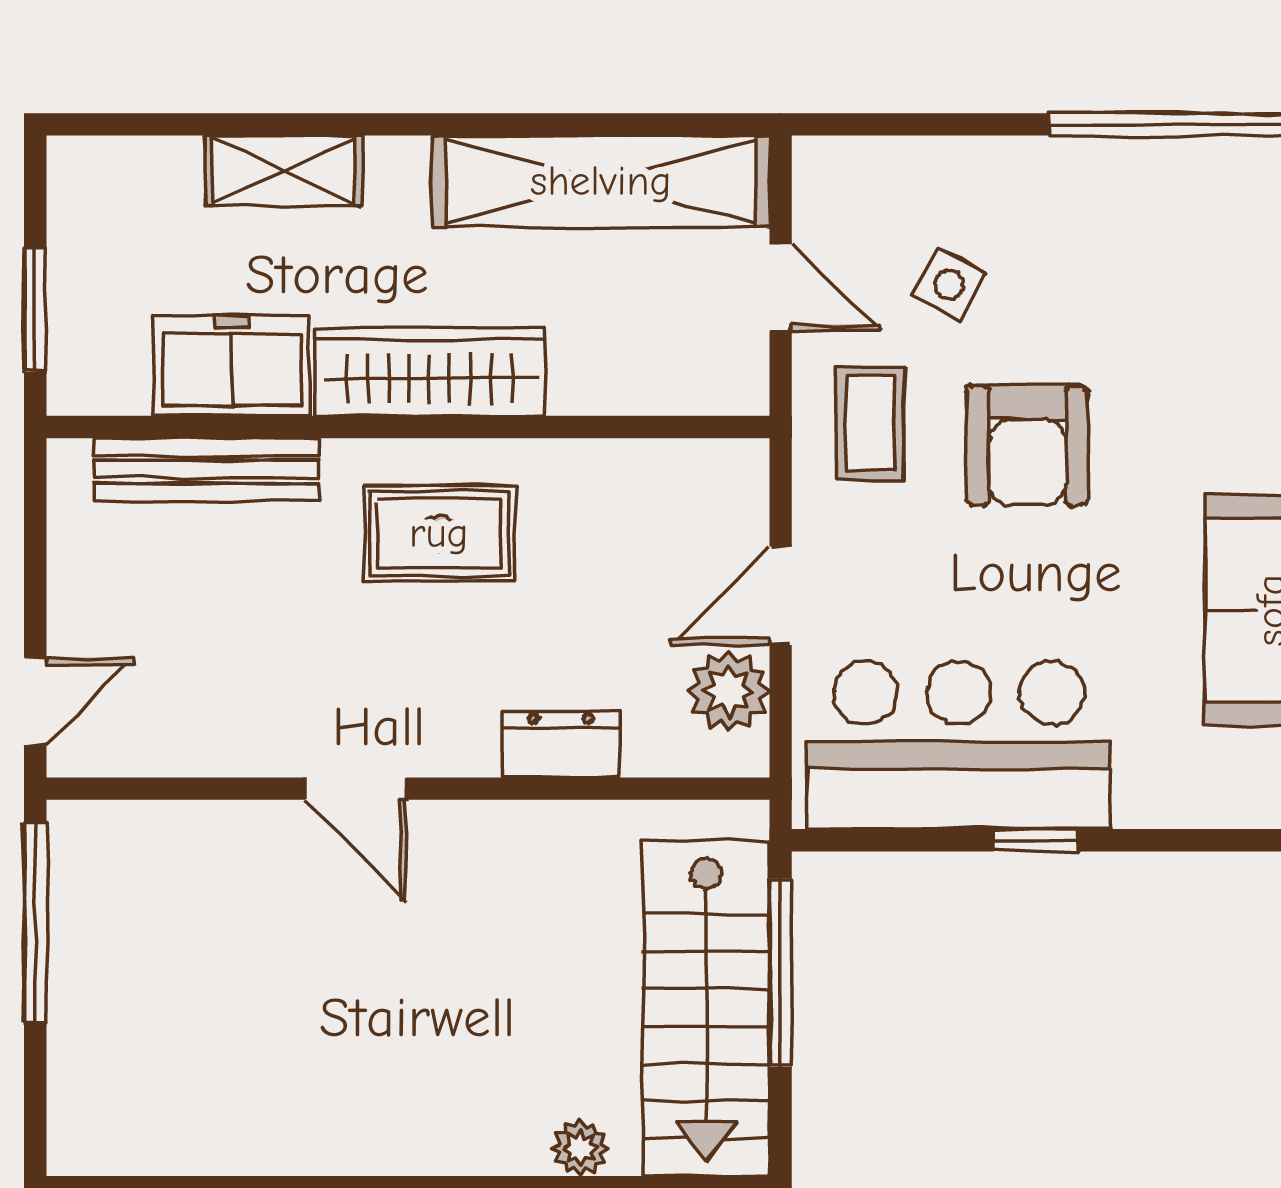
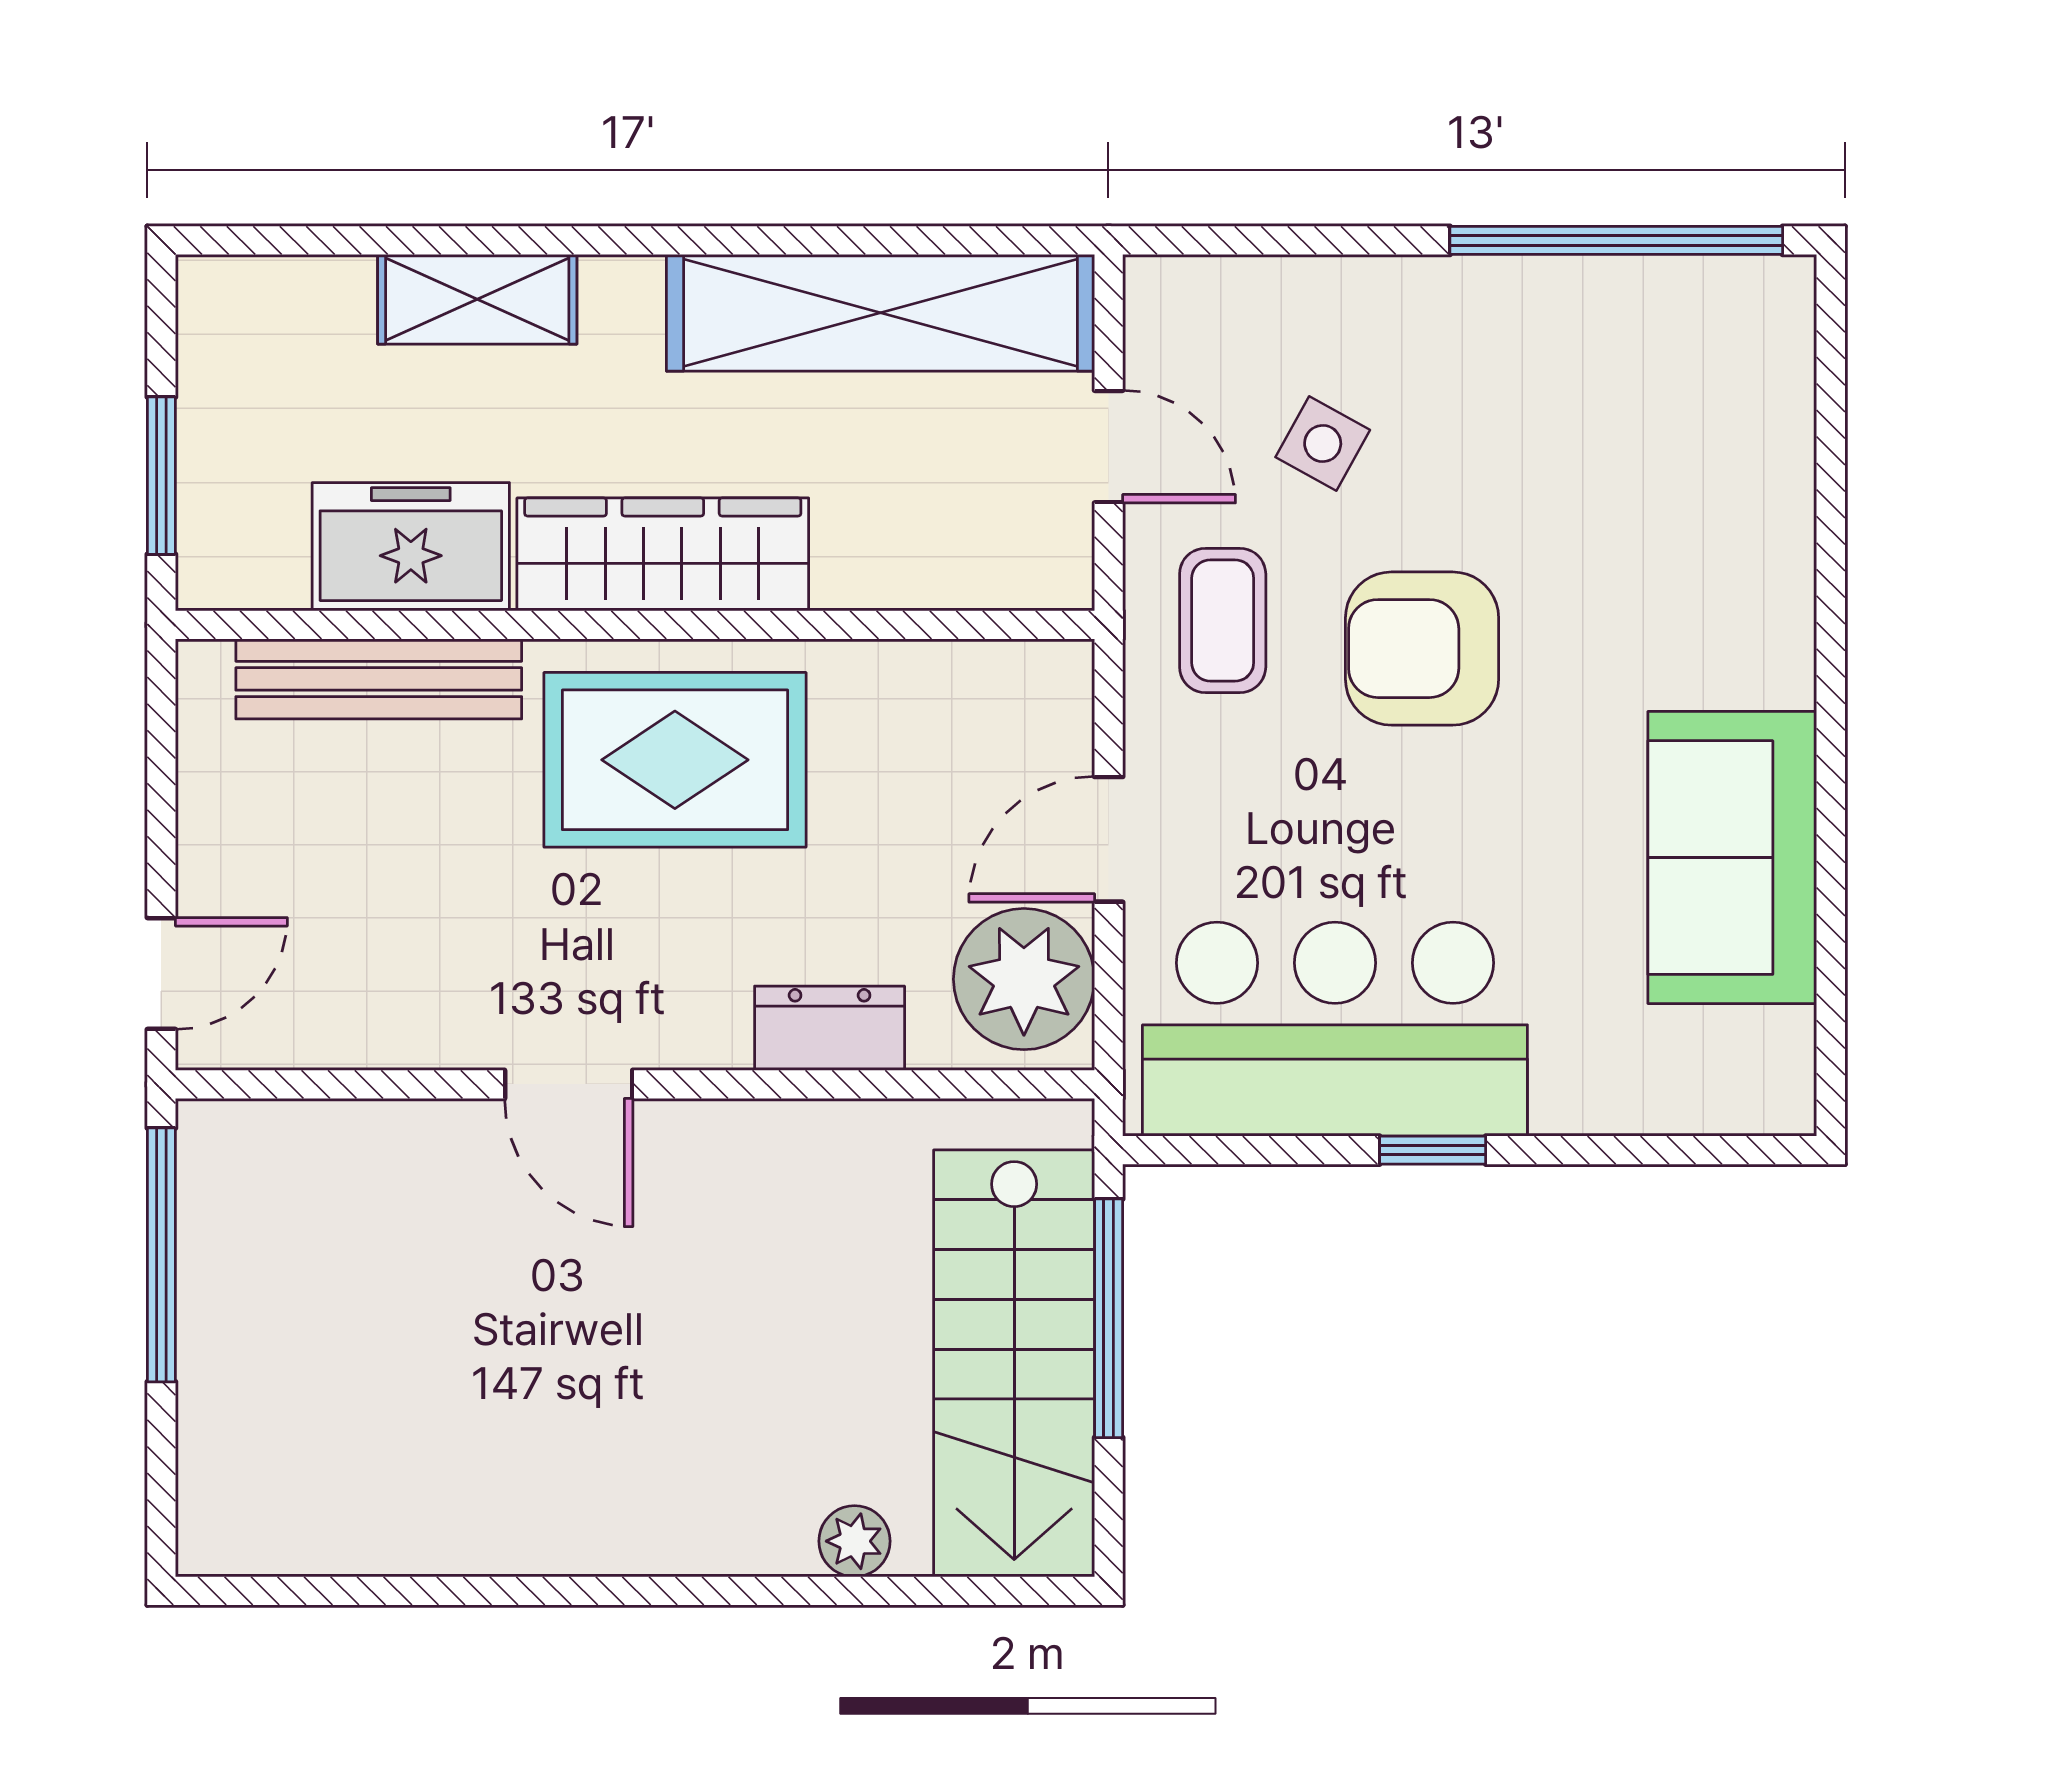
armchair: (1027, 446) -> (1422, 649), turned 90
rug: (439, 533) -> (675, 760), width x1.36, depth x1.43
plant: (729, 691) -> (1024, 979), width x1.36, depth x1.36

